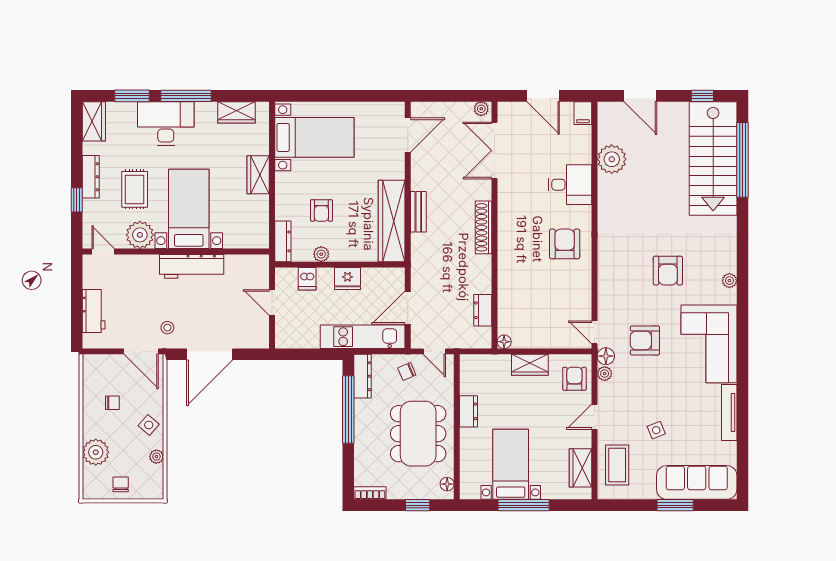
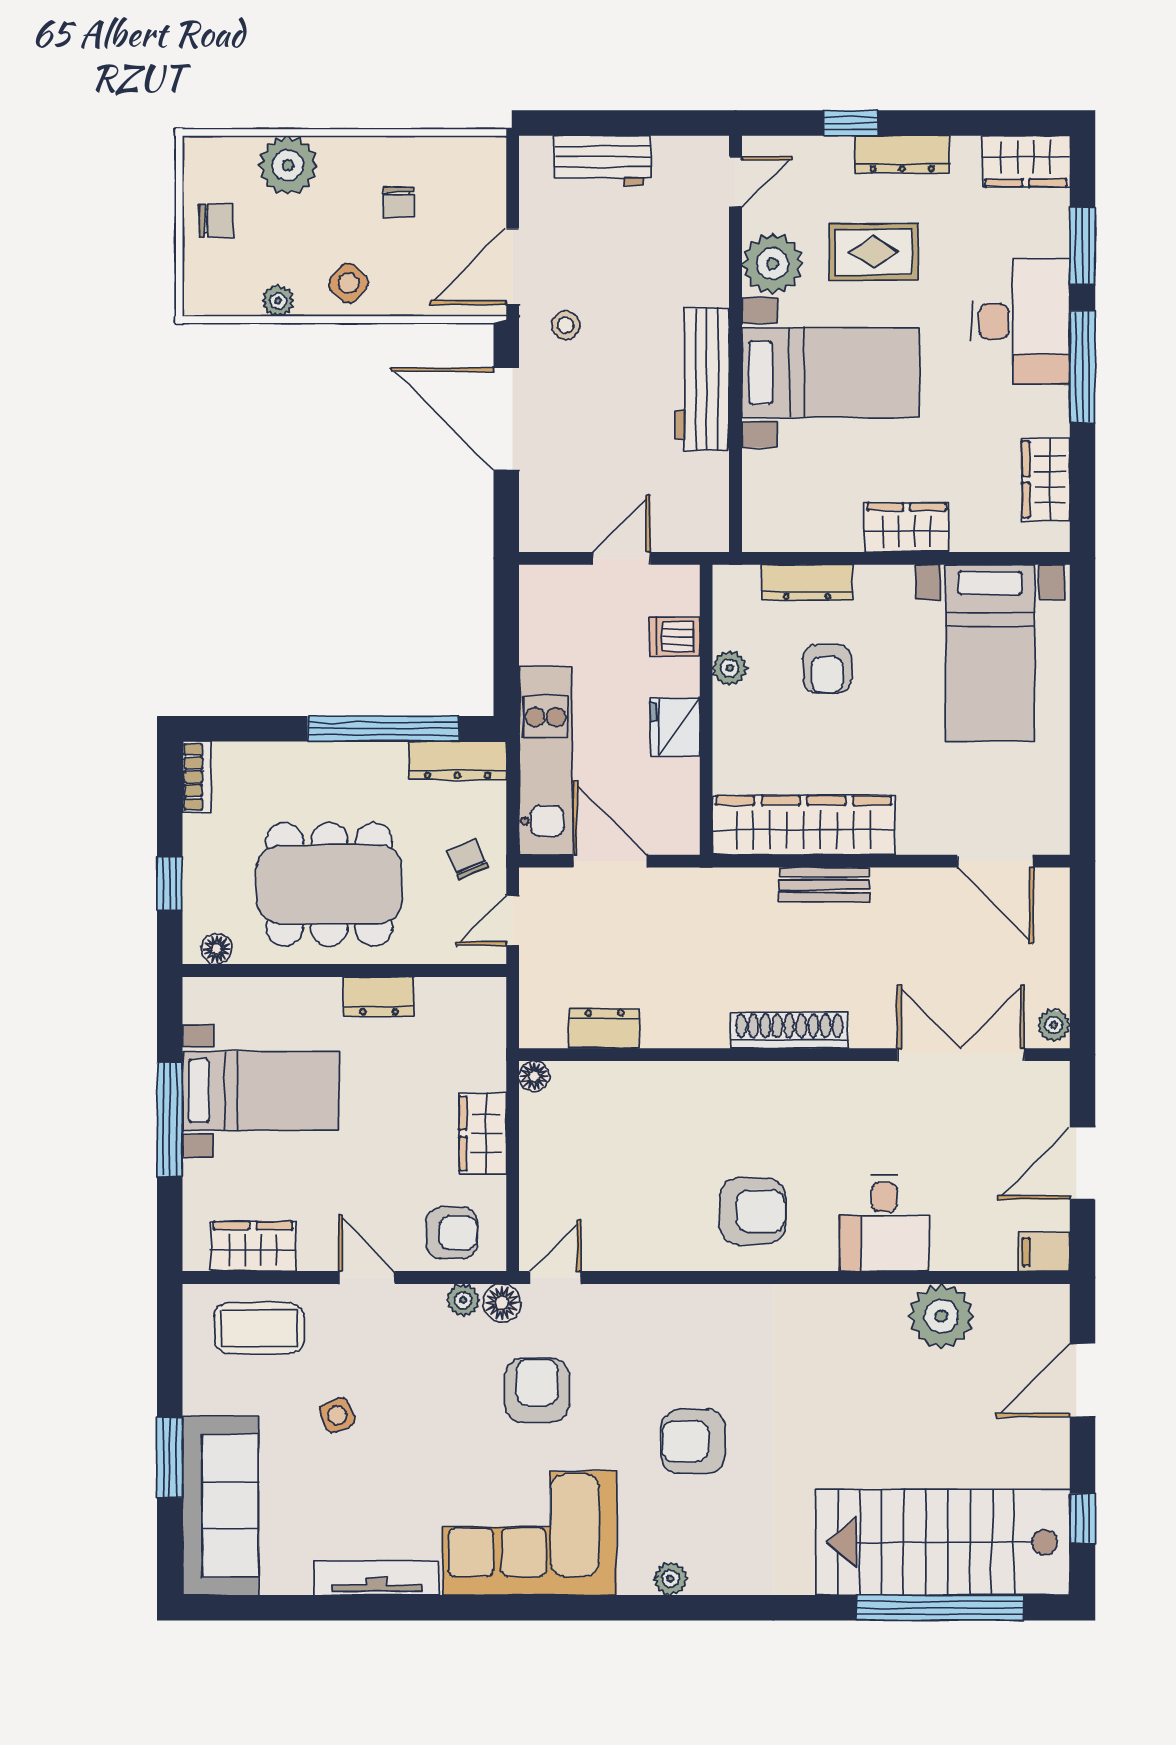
armchair: (321, 210) -> (827, 669), turned -90
dresser: (283, 241) -> (807, 582), moved

